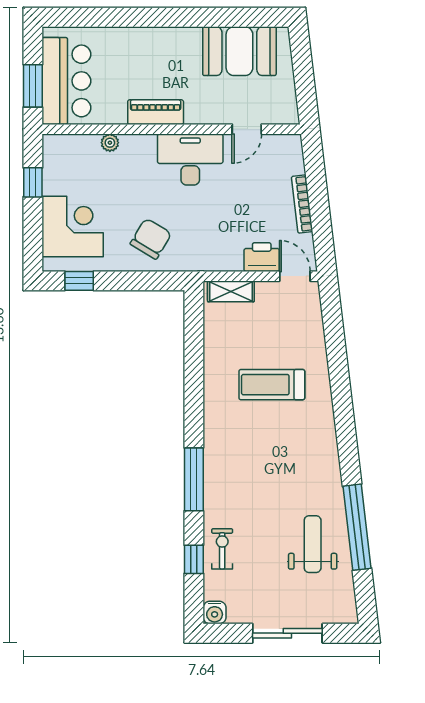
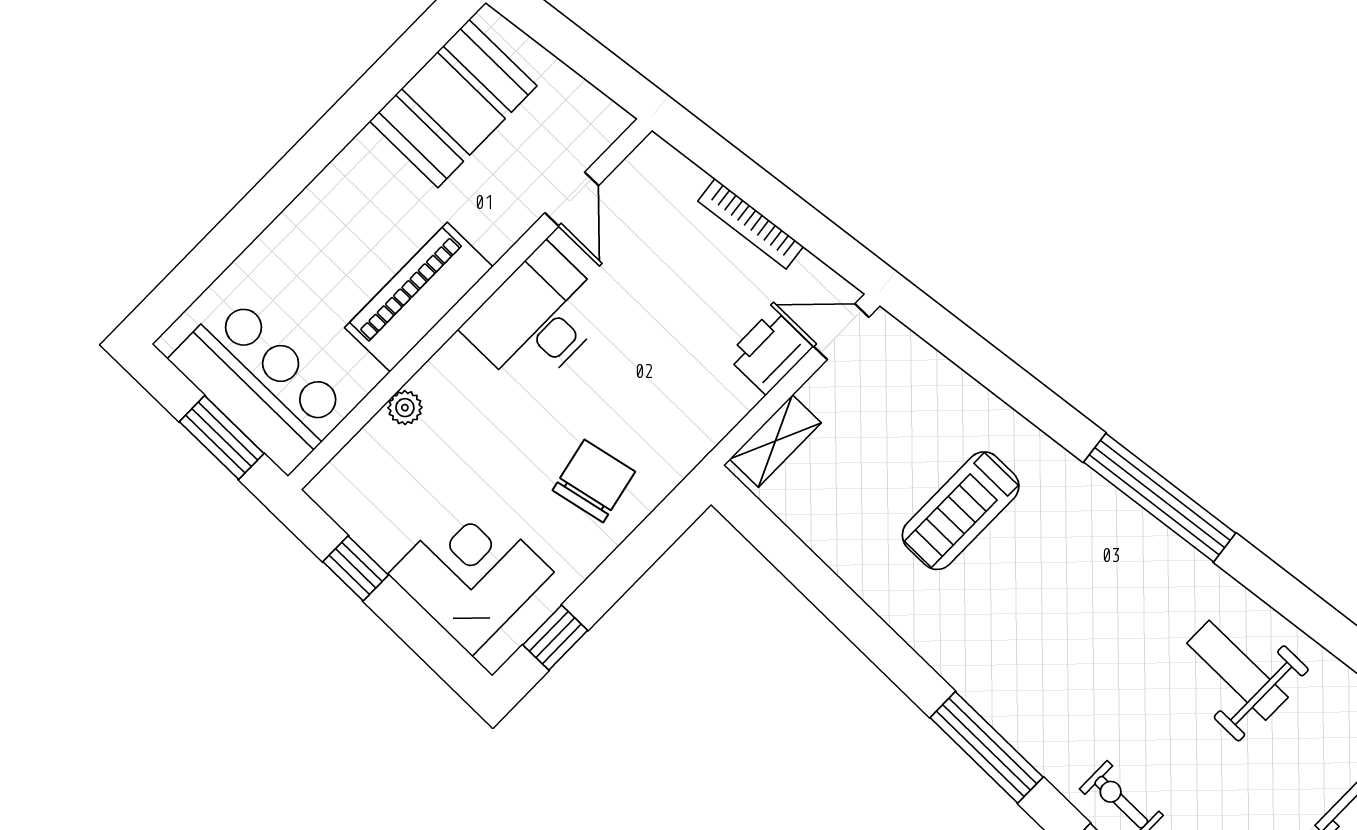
piano: (156, 112) -> (419, 297), width x1.37, depth x1.33
chair: (151, 239) -> (594, 481), turned 47
window: (357, 527) -> (1160, 498), moved

